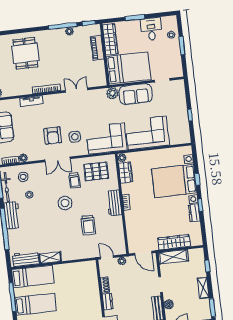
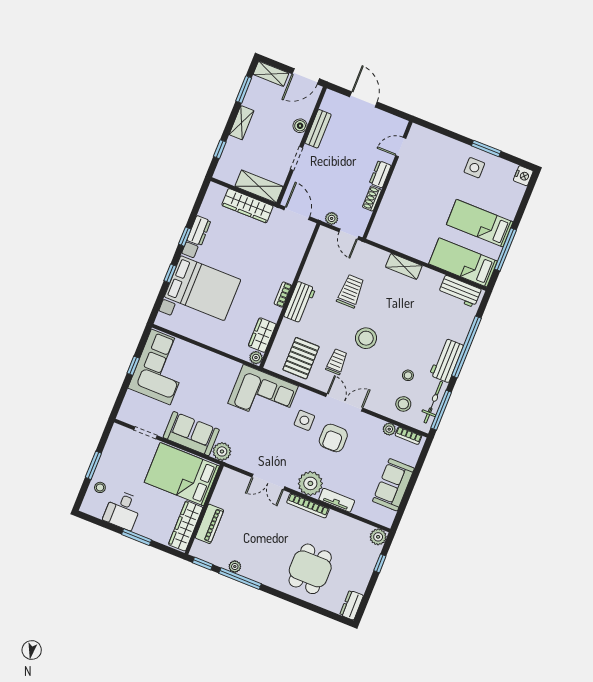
plant: (52, 102) -> (310, 483), added
corner sofa: (147, 133) -> (161, 367), moved, turned -90
armchair: (53, 136) -> (333, 438), turned 180
pallet: (96, 171) -> (301, 358), turned 90
shelving: (50, 258) -> (404, 266), moved

